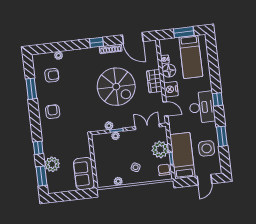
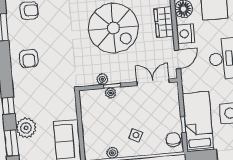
door: (165, 109) -> (177, 59), hinge flipped
armchair: (53, 112) -> (29, 58), turned 180
plant: (160, 150) -> (169, 113), removed

